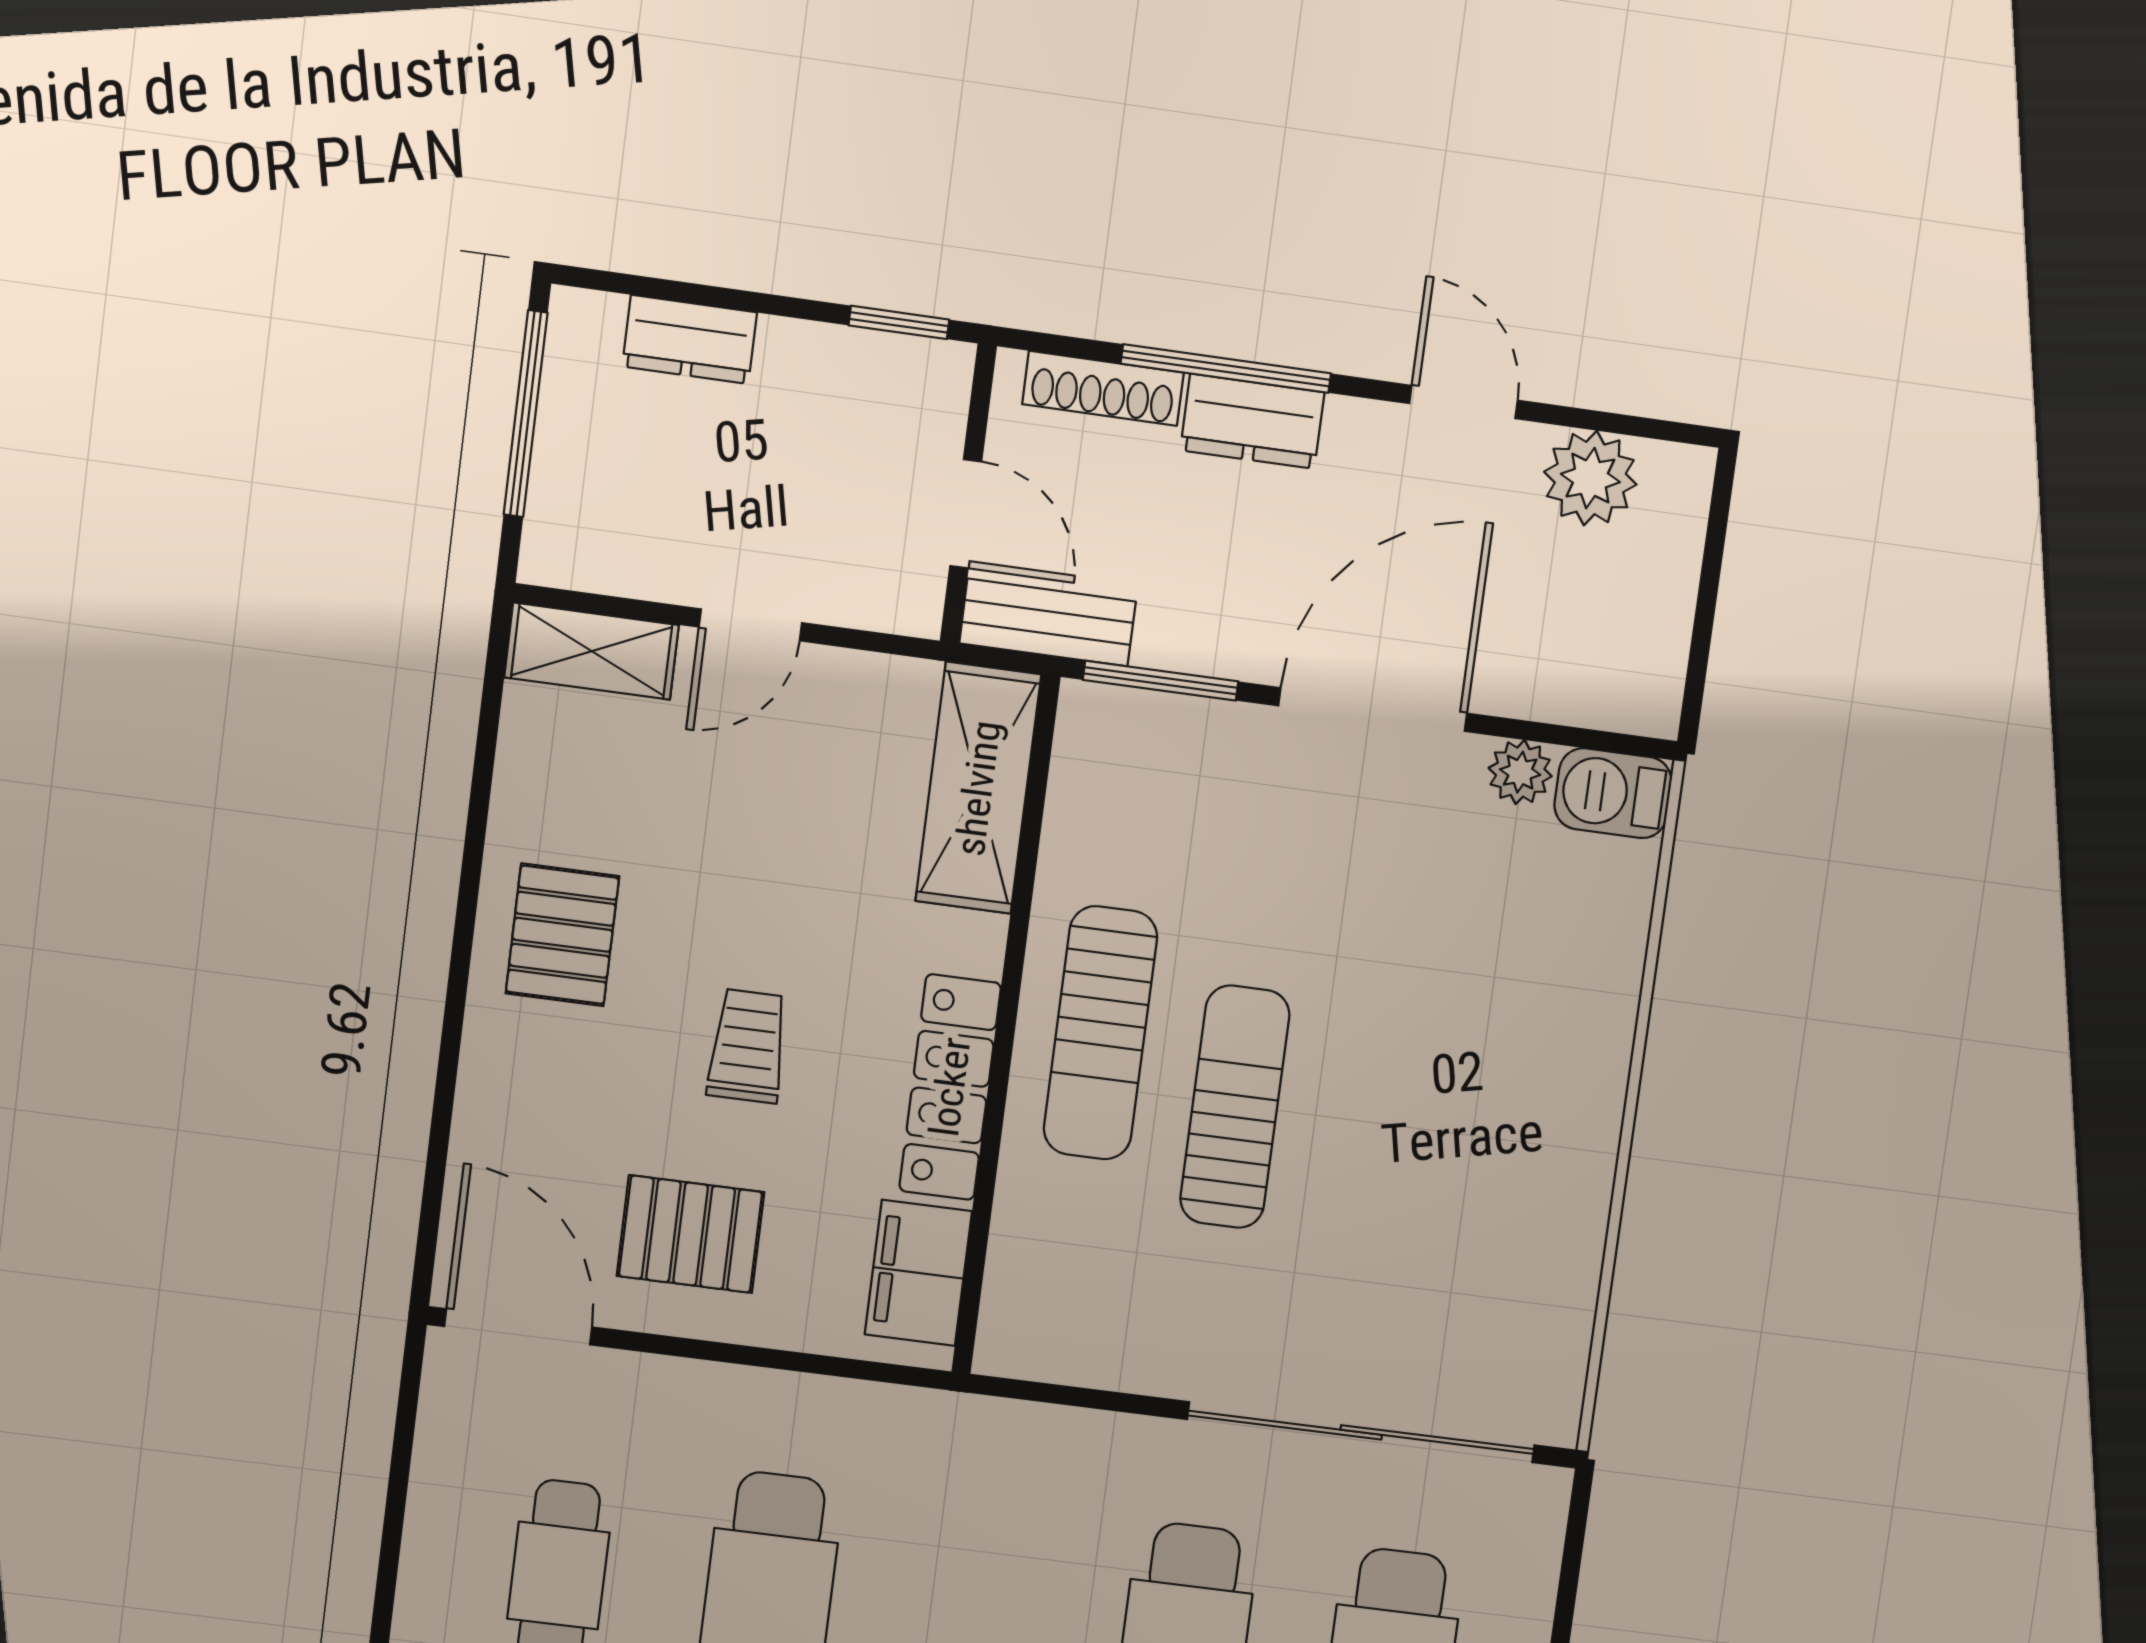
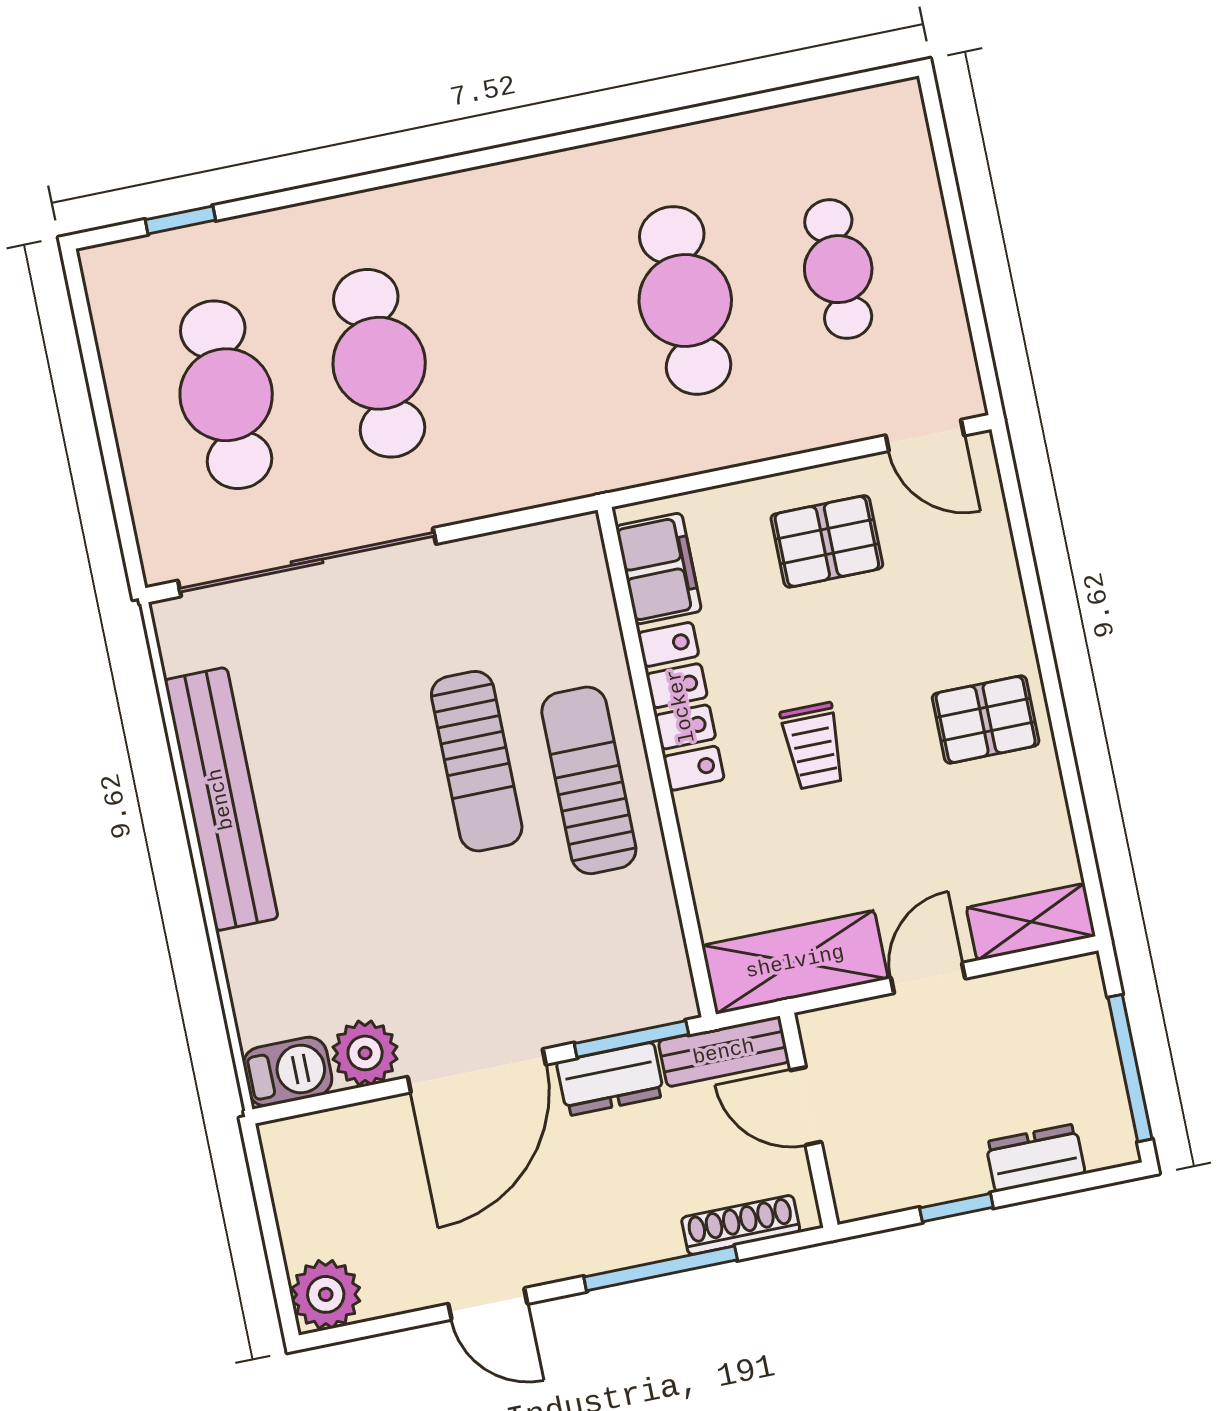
window: (899, 322) -> (956, 1208), moved
dresser: (1252, 421) -> (610, 1079), moved, turned 180
plant: (1590, 478) -> (326, 1294), moved
plant: (1520, 772) -> (365, 1053), width x1.38, depth x1.38
shelving: (978, 788) -> (795, 962), moved, turned 90
pallet: (562, 935) -> (986, 720), turned 90
trolley: (748, 1046) -> (813, 746), moved
bench: (1574, 1170) -> (221, 799), added
door: (518, 1327) -> (925, 435), width x0.73

